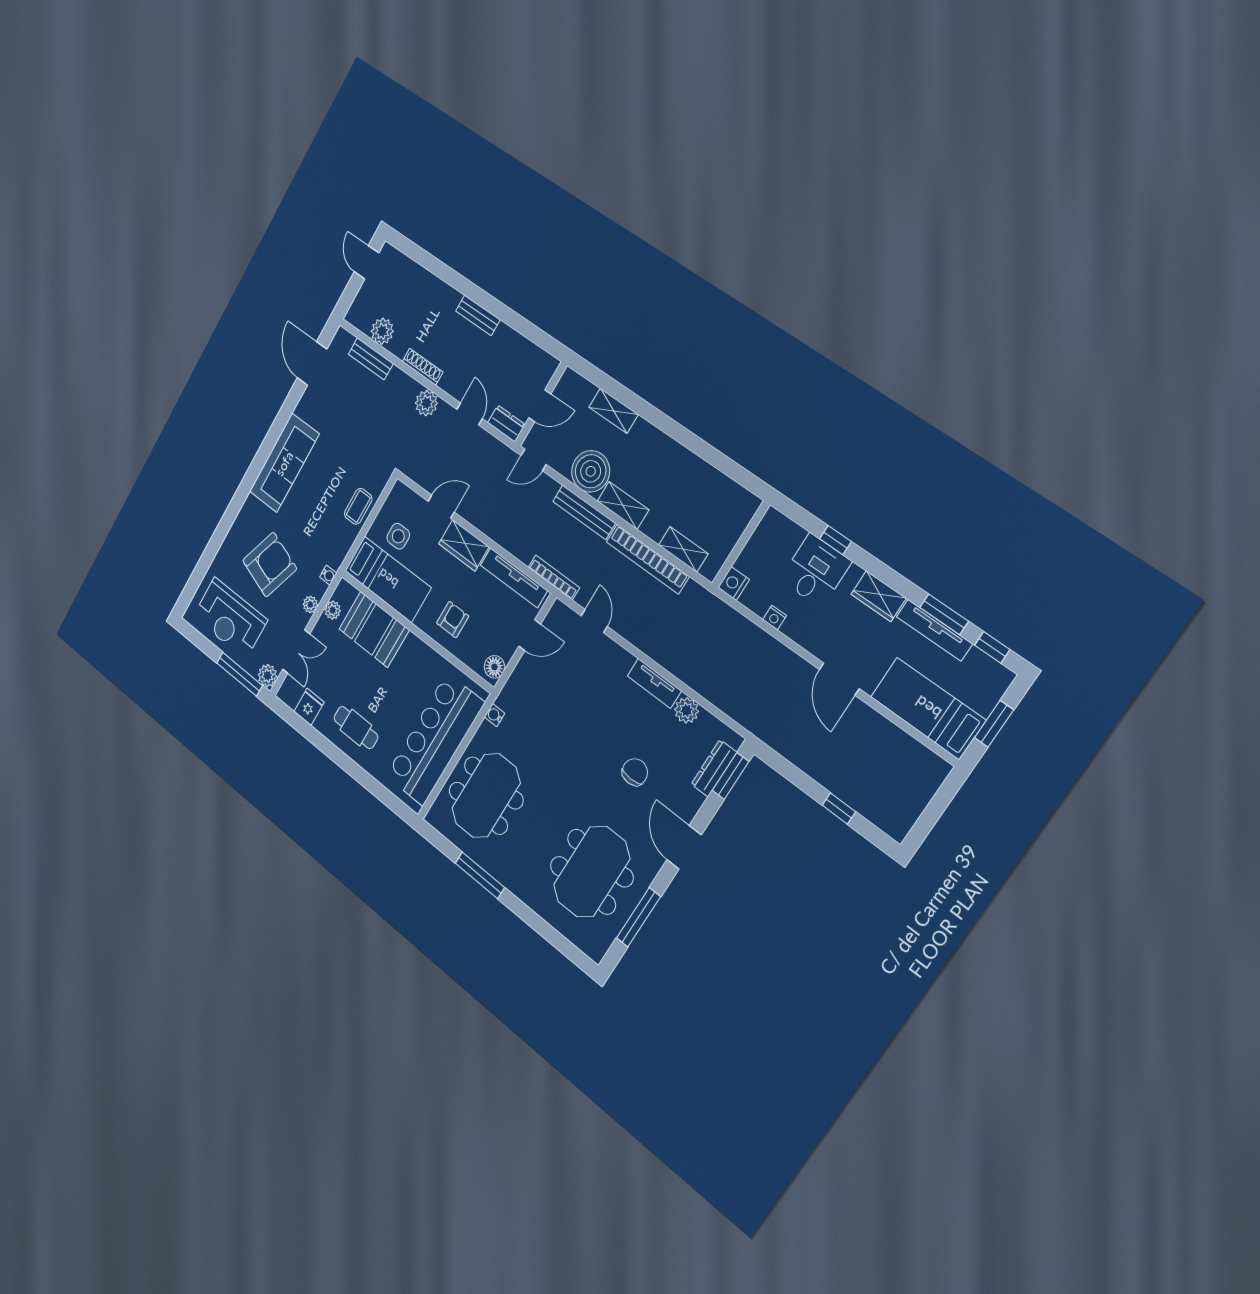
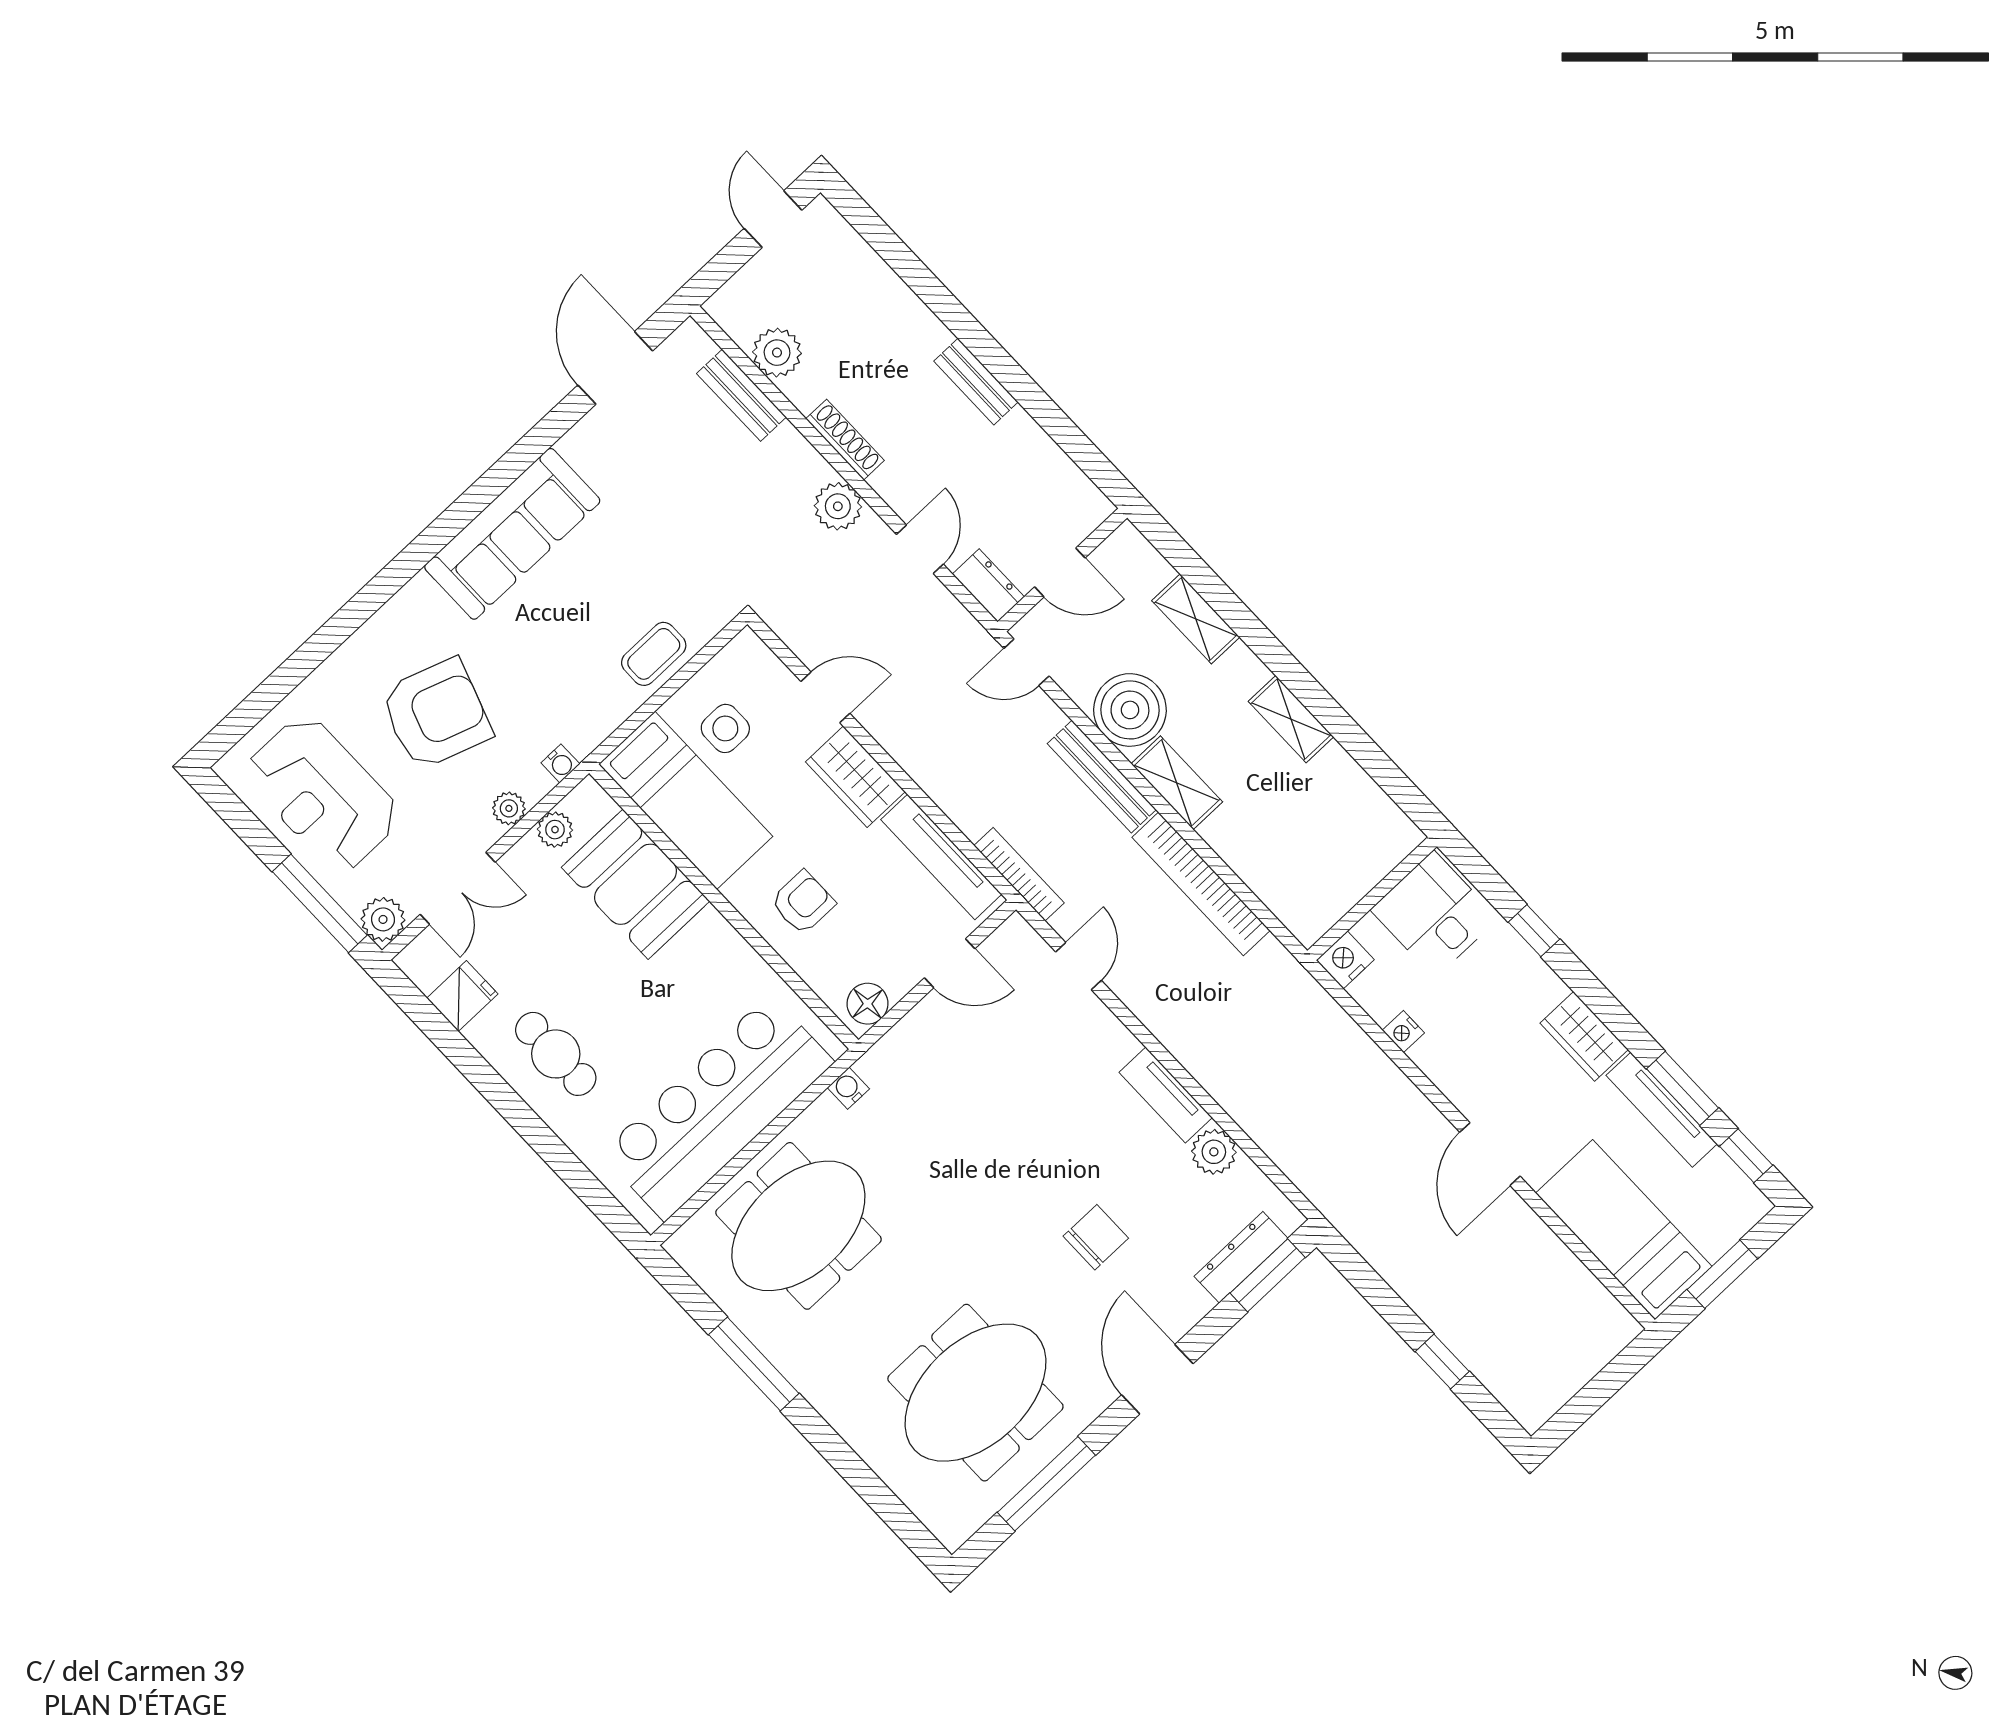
shelving: (683, 549) -> (1291, 719), moved
desk: (816, 571) -> (1434, 914), moved, turned -90

